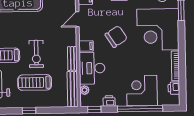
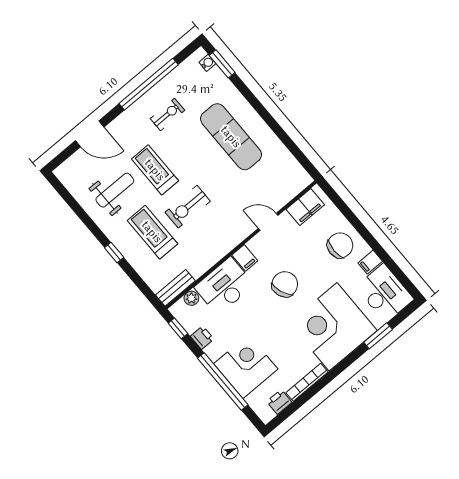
chair: (116, 37) -> (285, 284), turned -78
bench: (72, 58) -> (217, 254), removed
bench: (72, 89) -> (175, 288), width x0.73

